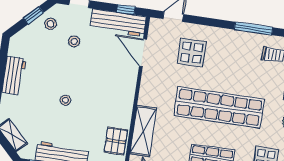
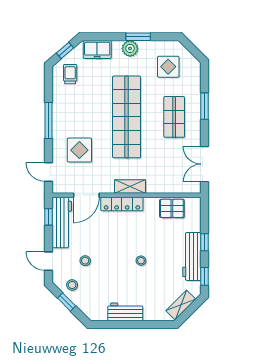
window: (254, 28) -> (49, 120), moved
locker: (128, 89) -> (122, 204), added
shelving: (143, 131) -> (130, 187), moved, width x0.67, depth x0.75

